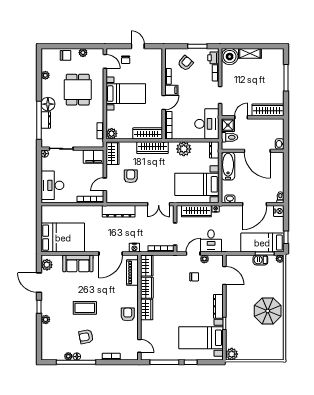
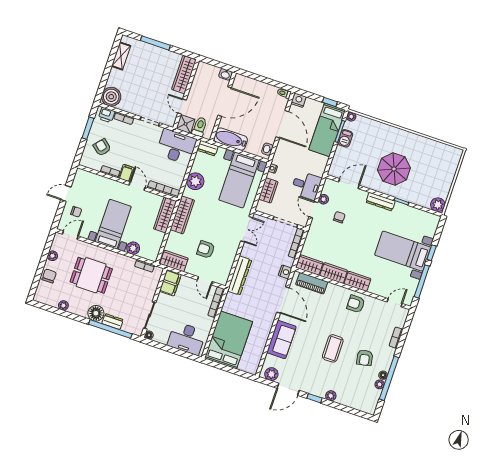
shelving: (250, 53) -> (121, 56), moved
plant: (112, 134) -> (133, 248), moved
wardrobe: (196, 211) -> (268, 190), width x0.67
bed: (63, 238) -> (229, 340), moved
parasol: (268, 311) -> (394, 169), moved
bed with nightstands: (201, 338) -> (403, 251), moved, turned 90

